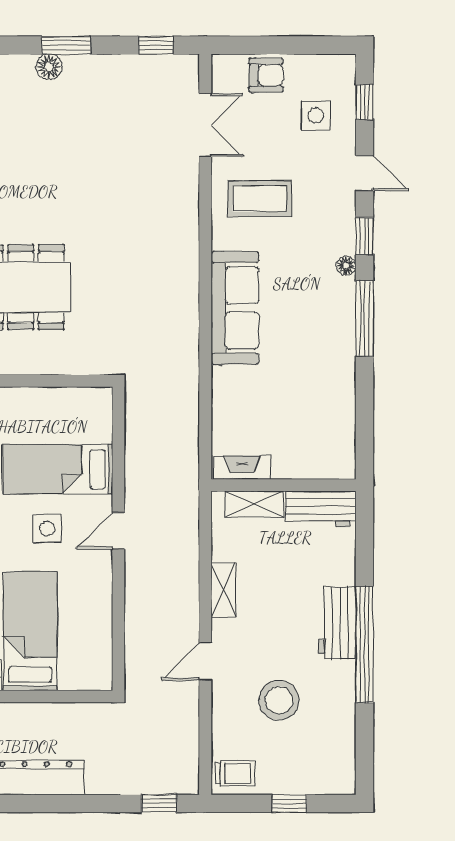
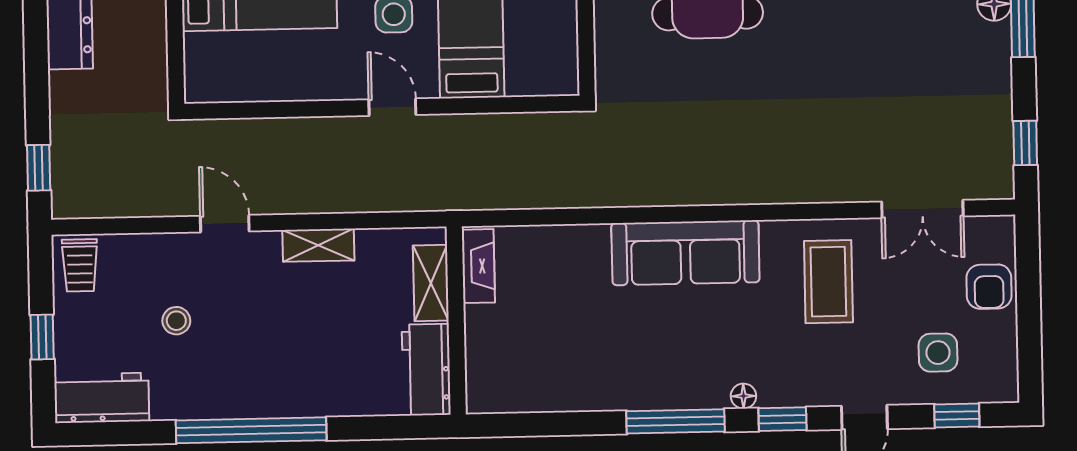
workbench: (337, 623) -> (102, 398), moved
stool: (279, 700) -> (176, 321), width x0.53, depth x0.53

